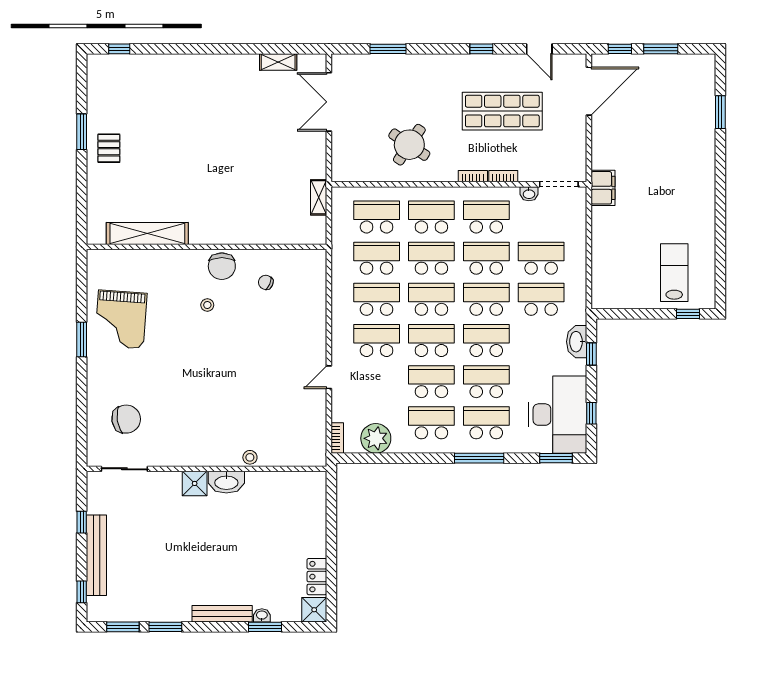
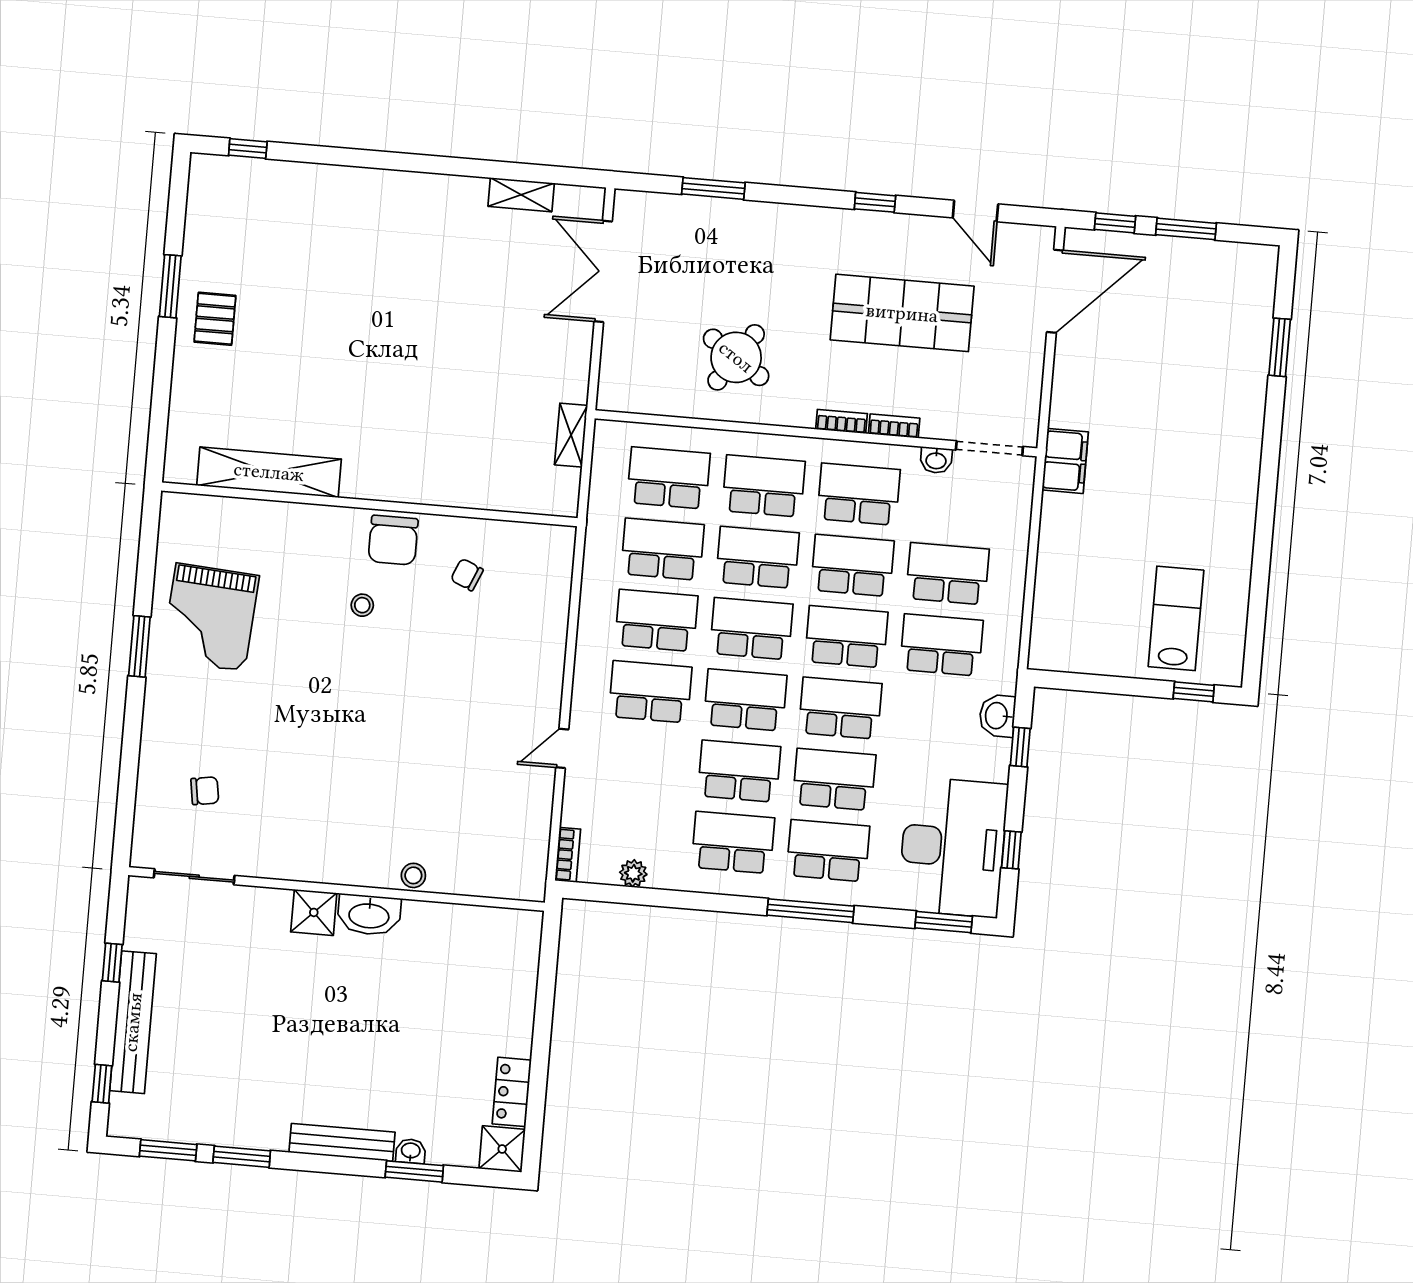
washbasin: (577, 342) -> (997, 716), width x0.72
chair: (126, 419) -> (205, 791), width x0.54, depth x0.54
plant: (376, 438) -> (633, 873), width x0.53, depth x0.53

